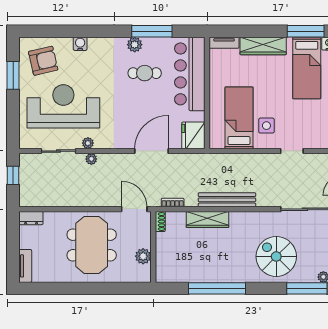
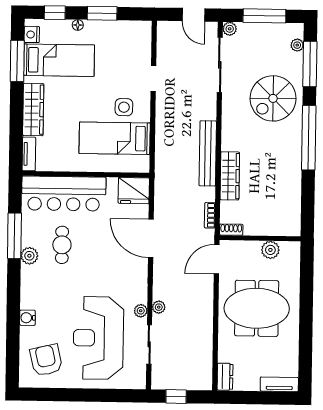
window: (13, 75) -> (62, 395), removed
window: (217, 288) -> (309, 138), moved

